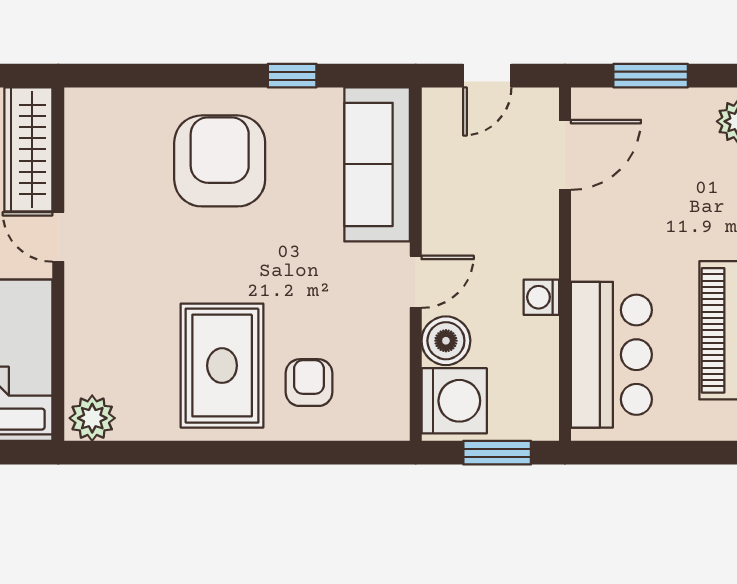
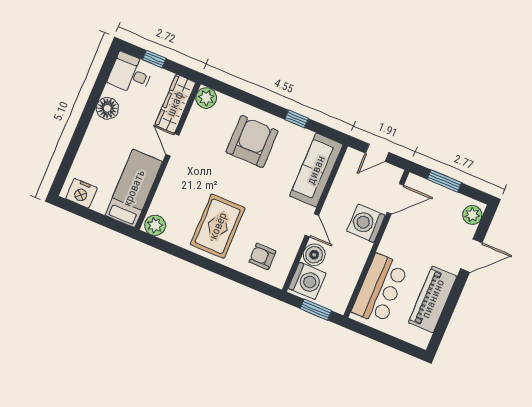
plant: (87, 111) -> (206, 98), added
door: (416, 282) -> (312, 225), hinge flipped
washing machine: (541, 297) -> (366, 223), moved, width x1.89, depth x1.89
armchair: (309, 383) -> (262, 257), moved, turned -90

